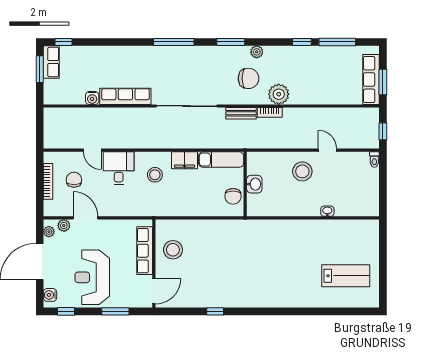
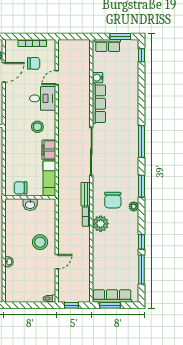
row of seats: (51, 62) -> (108, 46), moved

